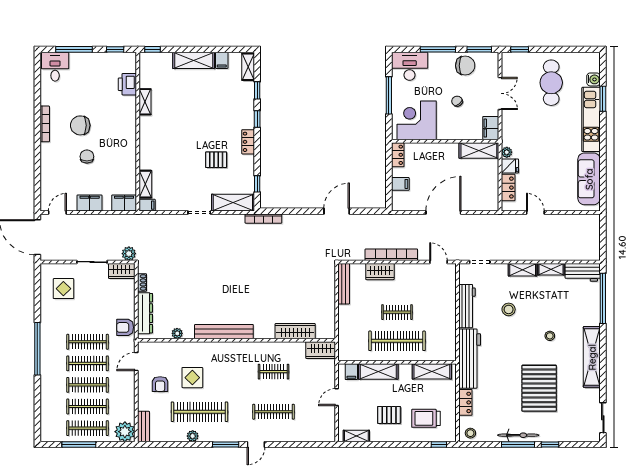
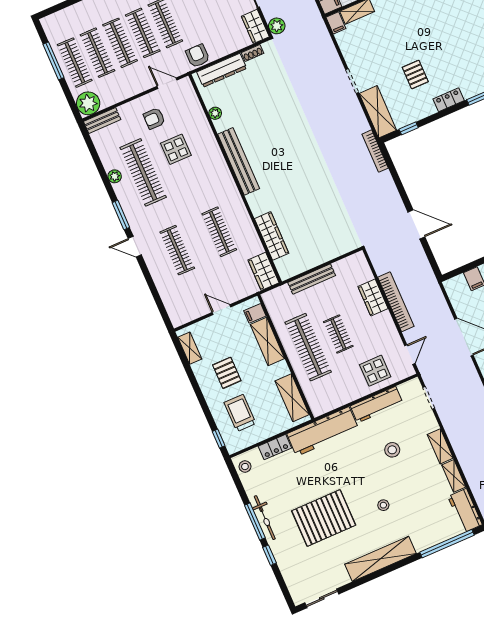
bench: (344, 284) -> (312, 279), moved
display table: (439, 295) -> (375, 371), added
clothes rail: (273, 372) -> (219, 232), width x1.36

